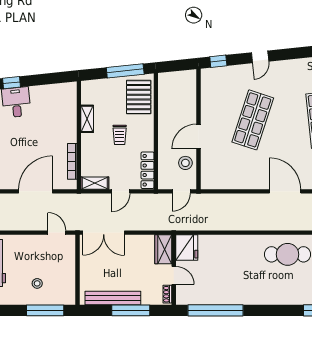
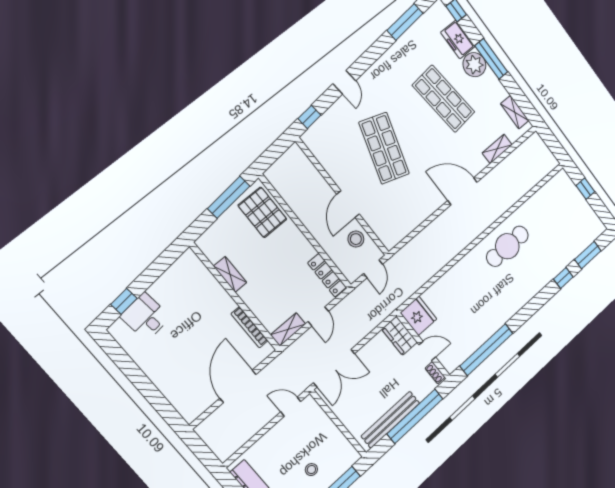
trolley: (120, 135) -> (274, 264), removed
window: (131, 310) -> (415, 416), width x1.46

